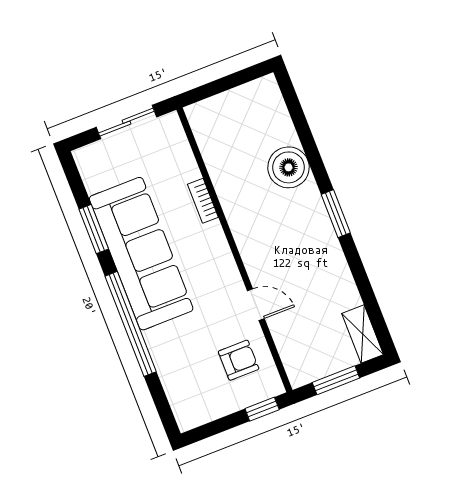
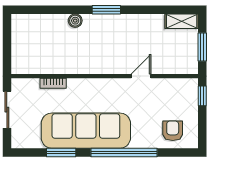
boiler: (289, 167) -> (75, 21), width x0.54, depth x0.54
bookcase: (203, 201) -> (53, 83), moved
armchair: (239, 360) -> (173, 131), moved

